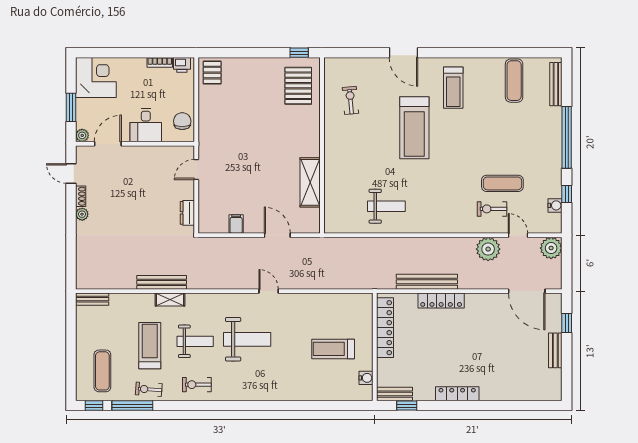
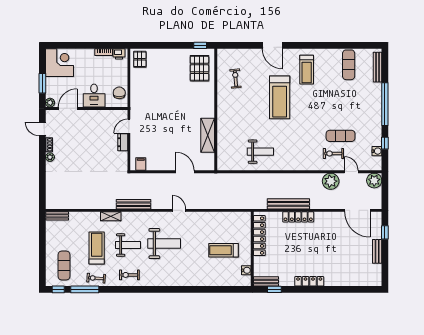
dresser: (187, 213) -> (123, 142), moved
filing cabinet: (236, 224) -> (141, 164), moved
bench: (162, 282) -> (133, 204), moved

